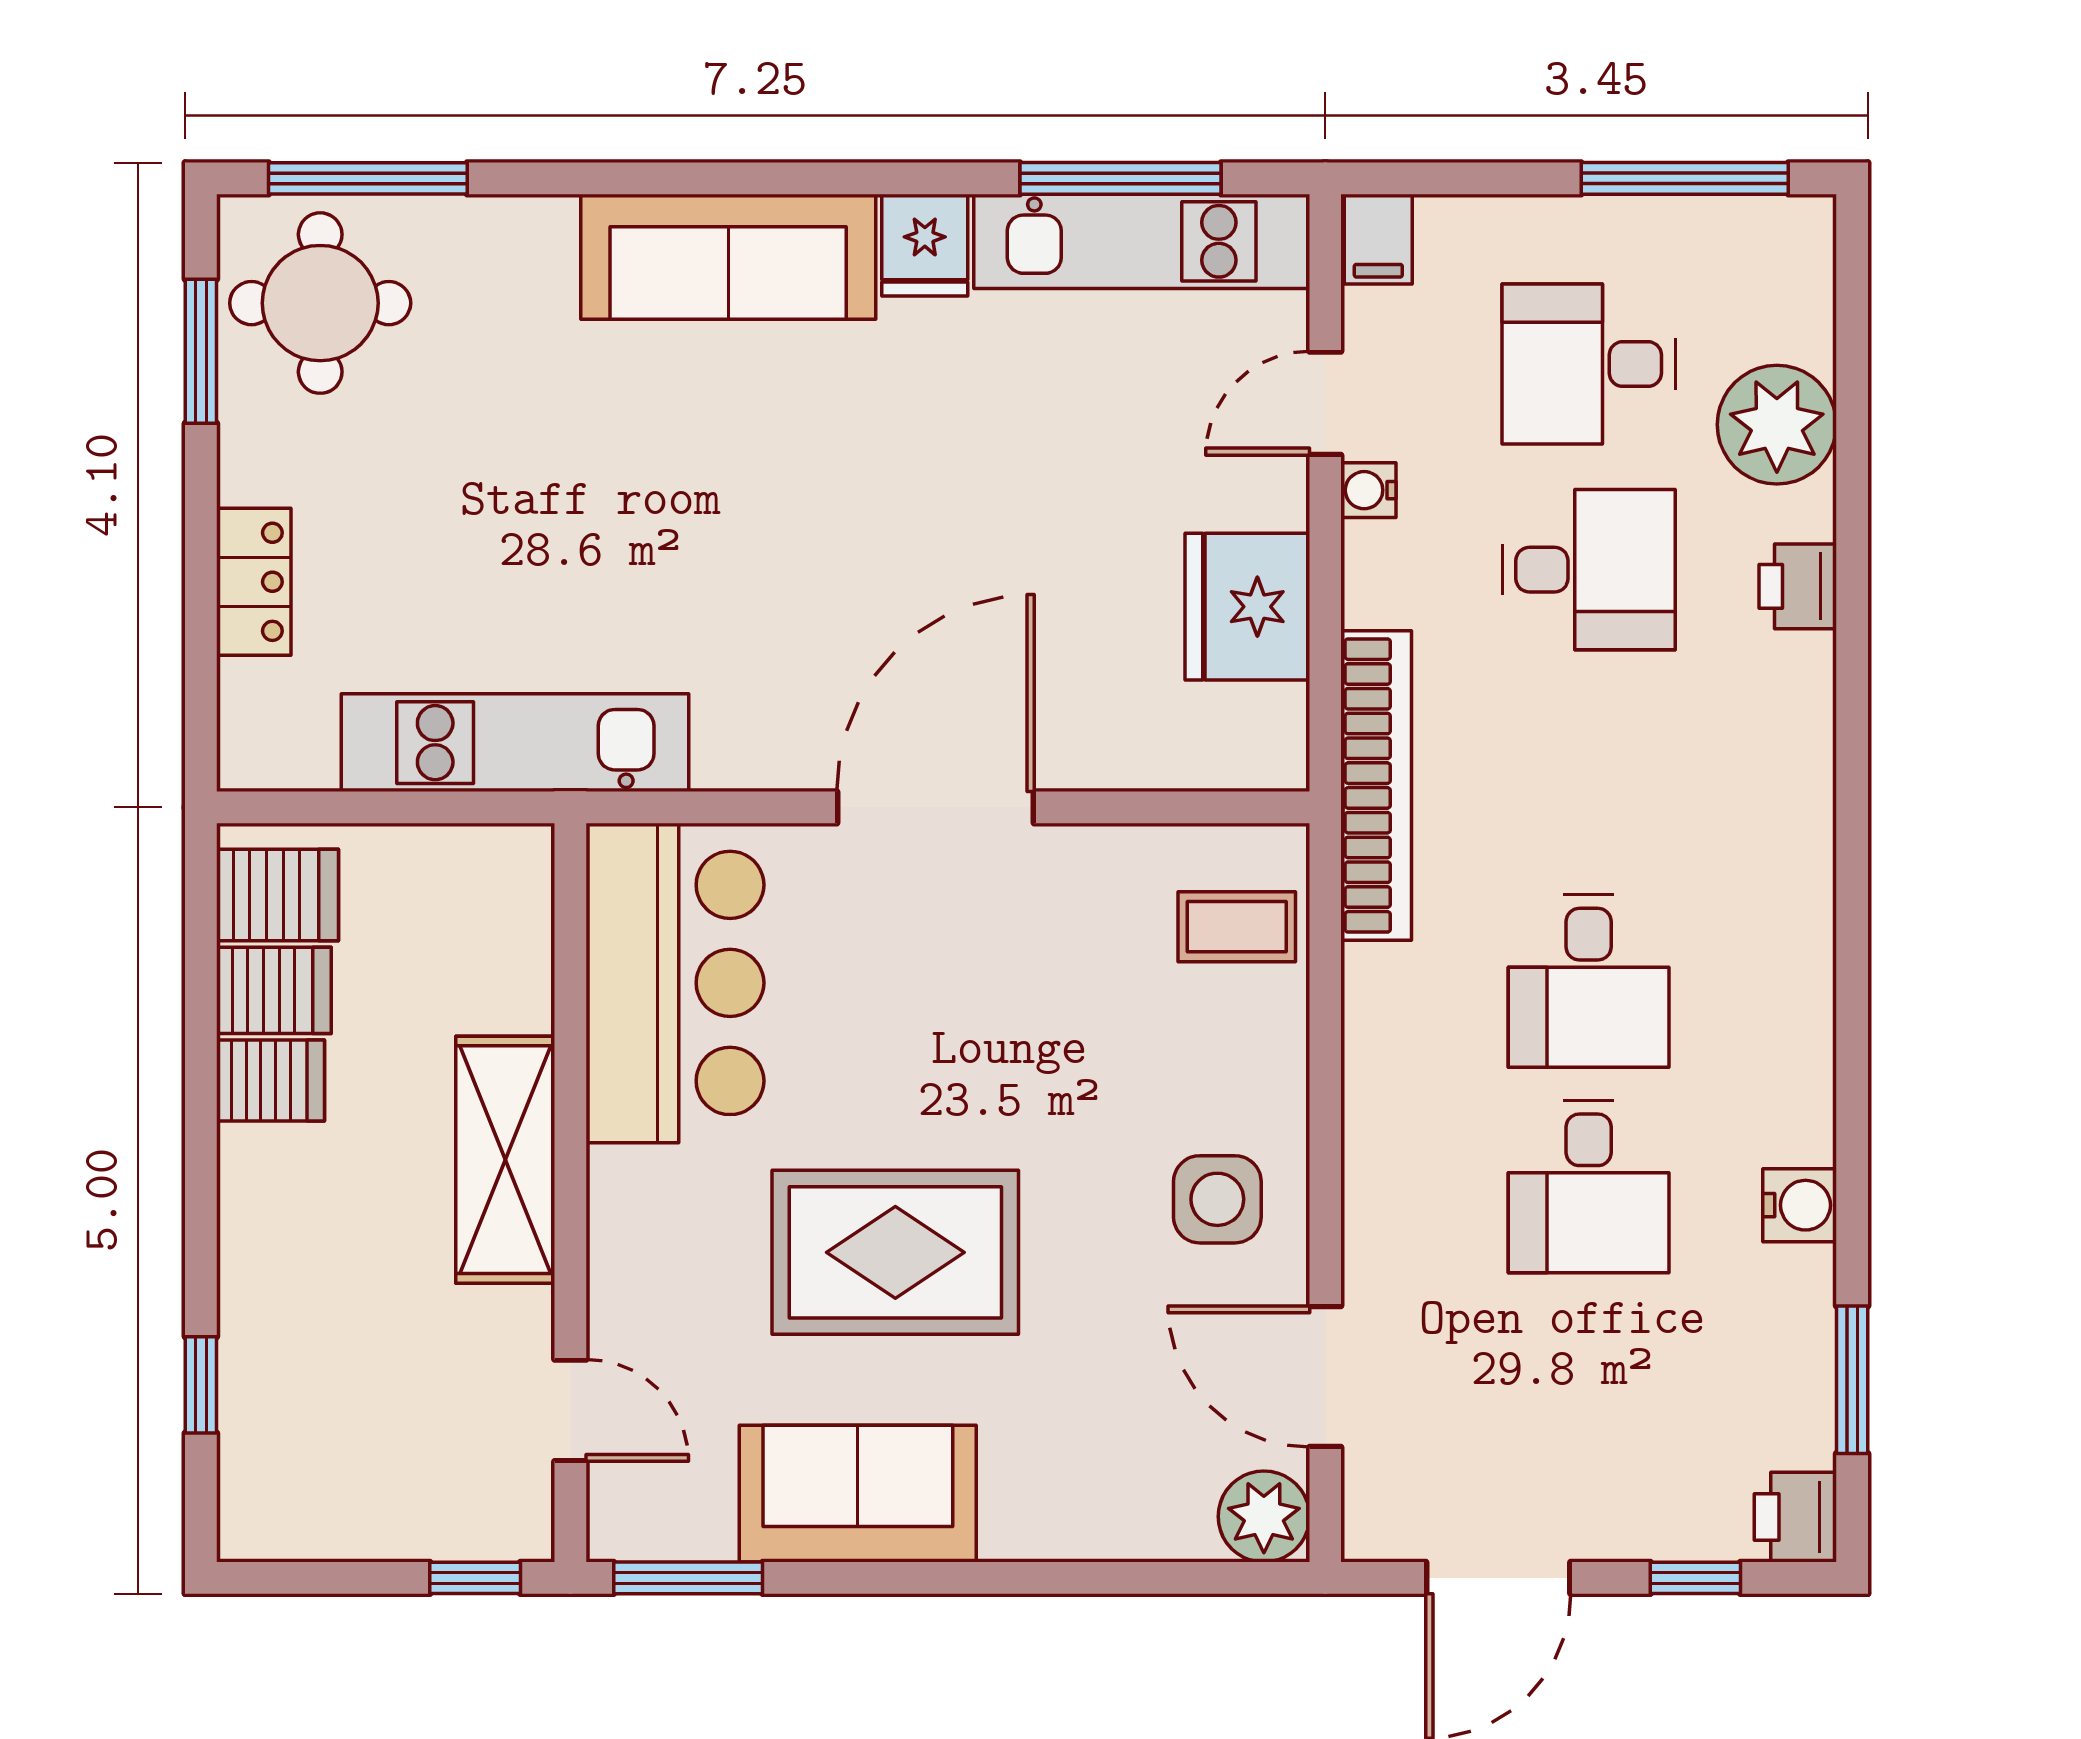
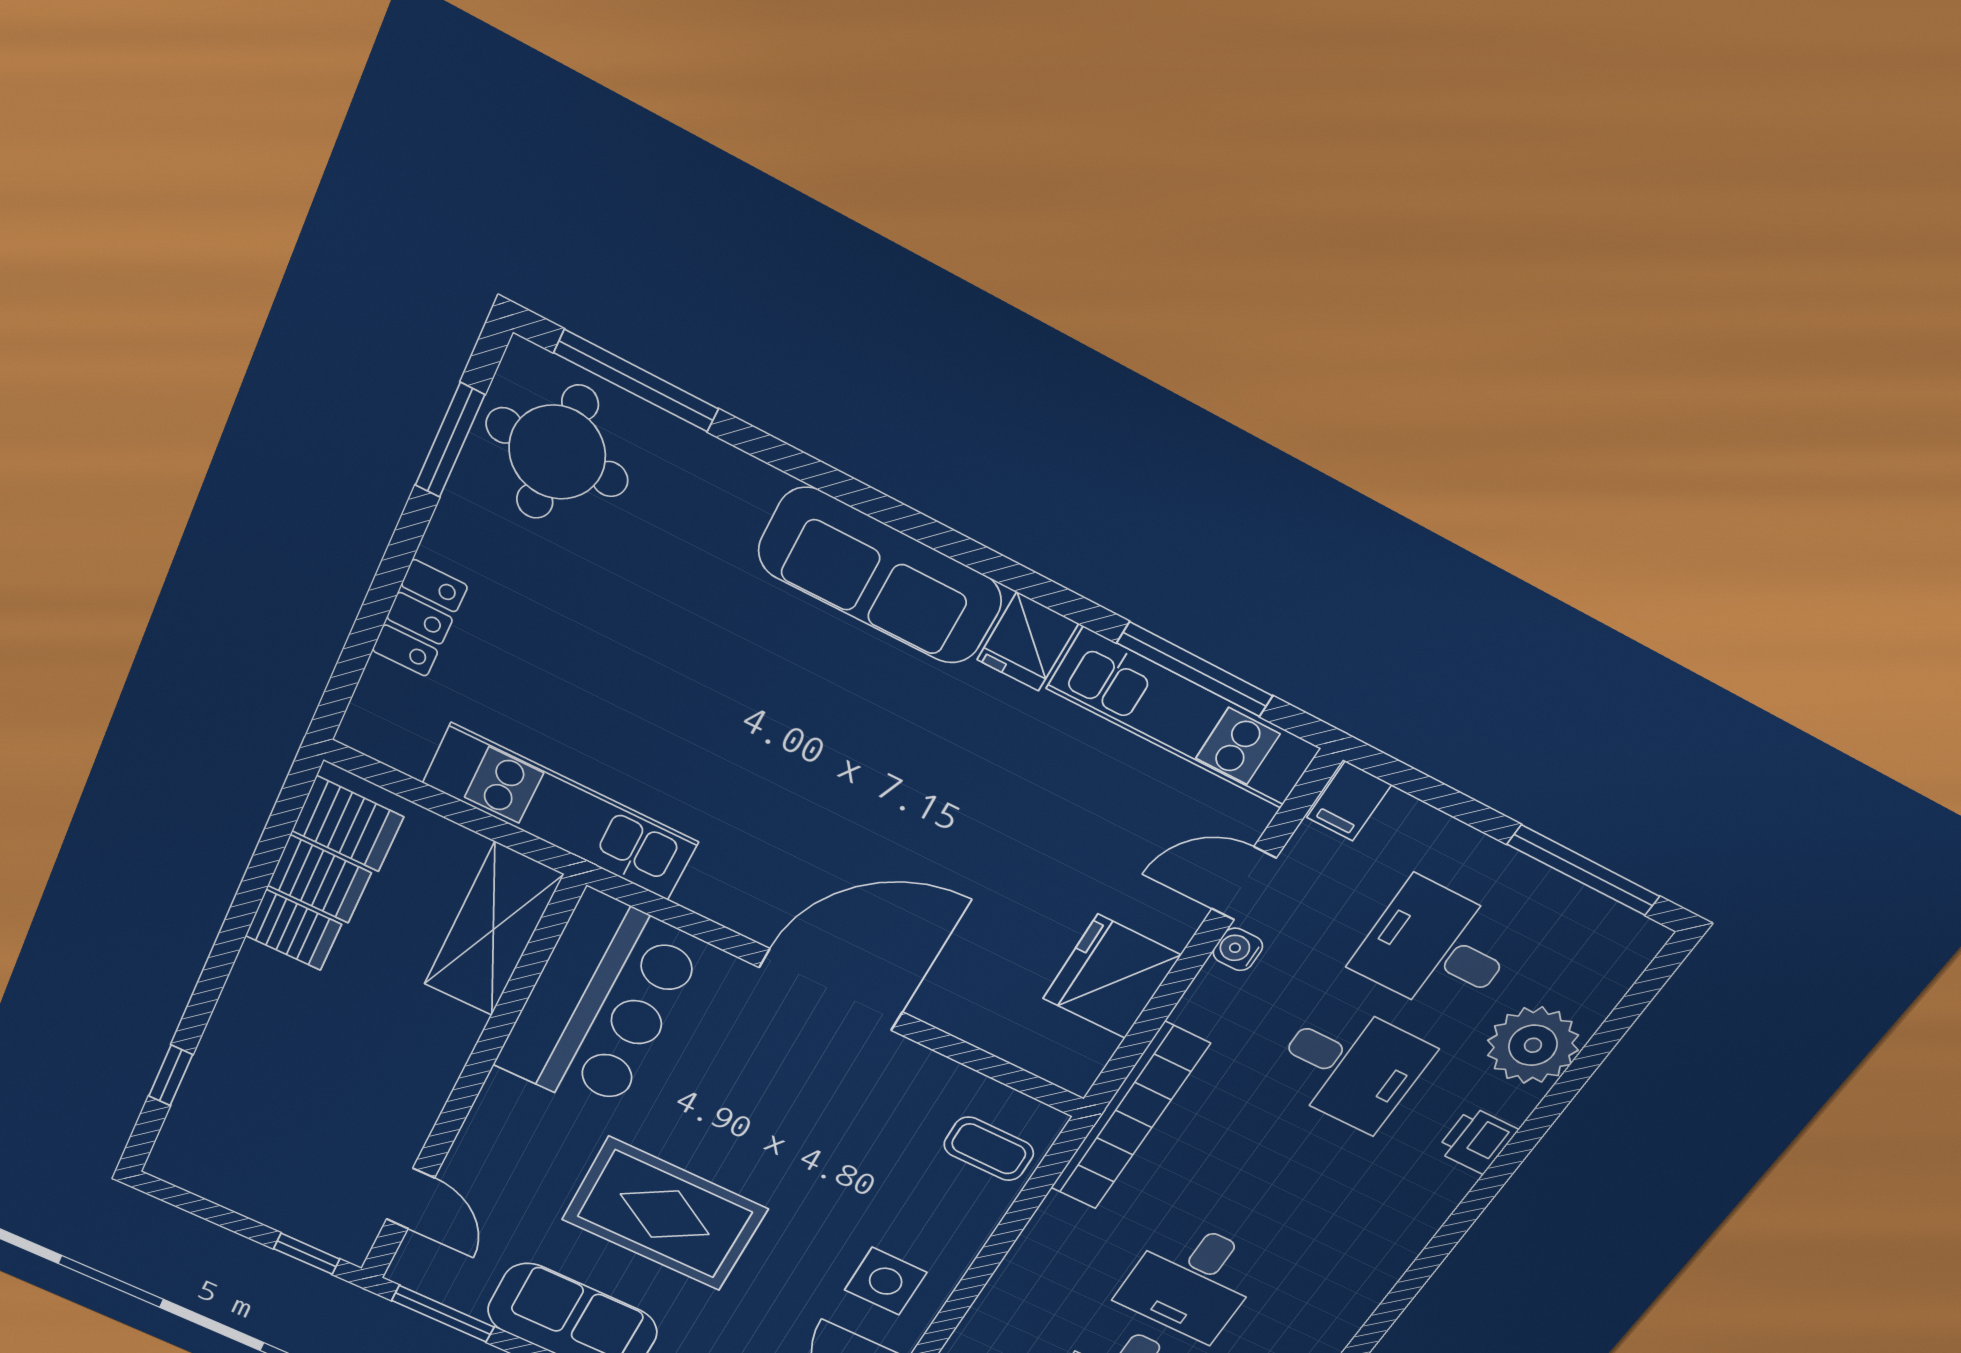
shelving: (505, 1160) -> (493, 930), moved

